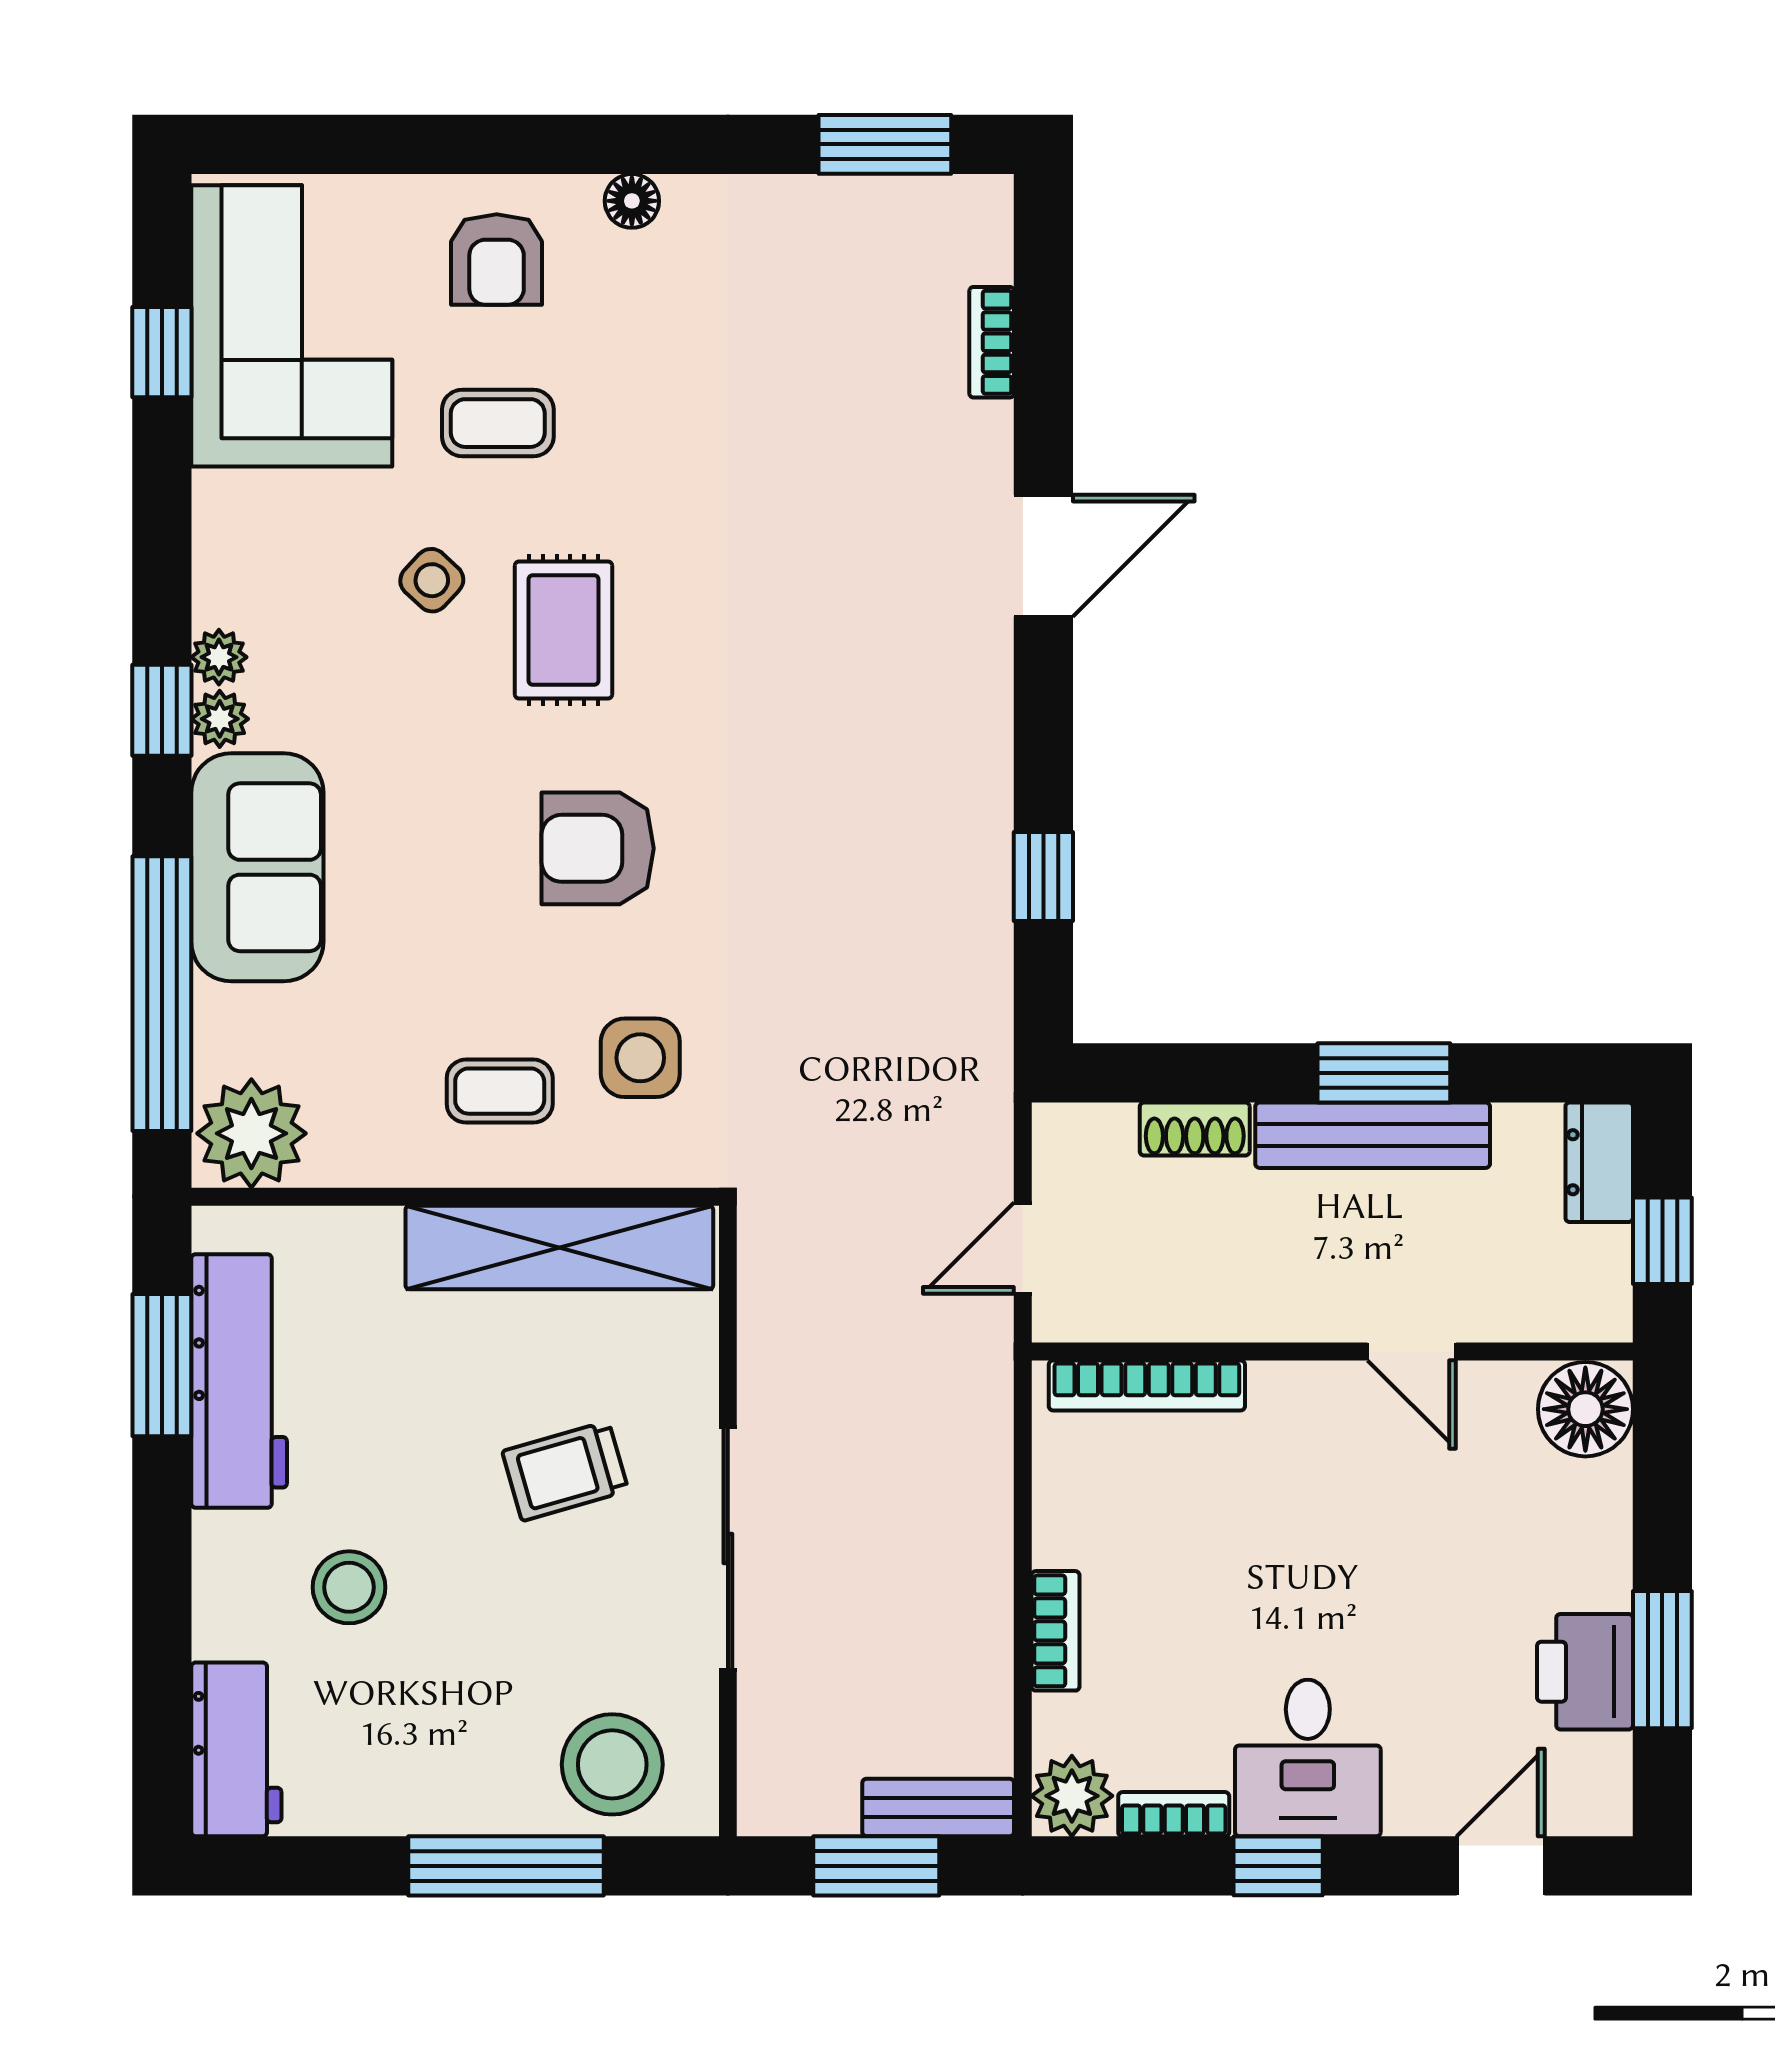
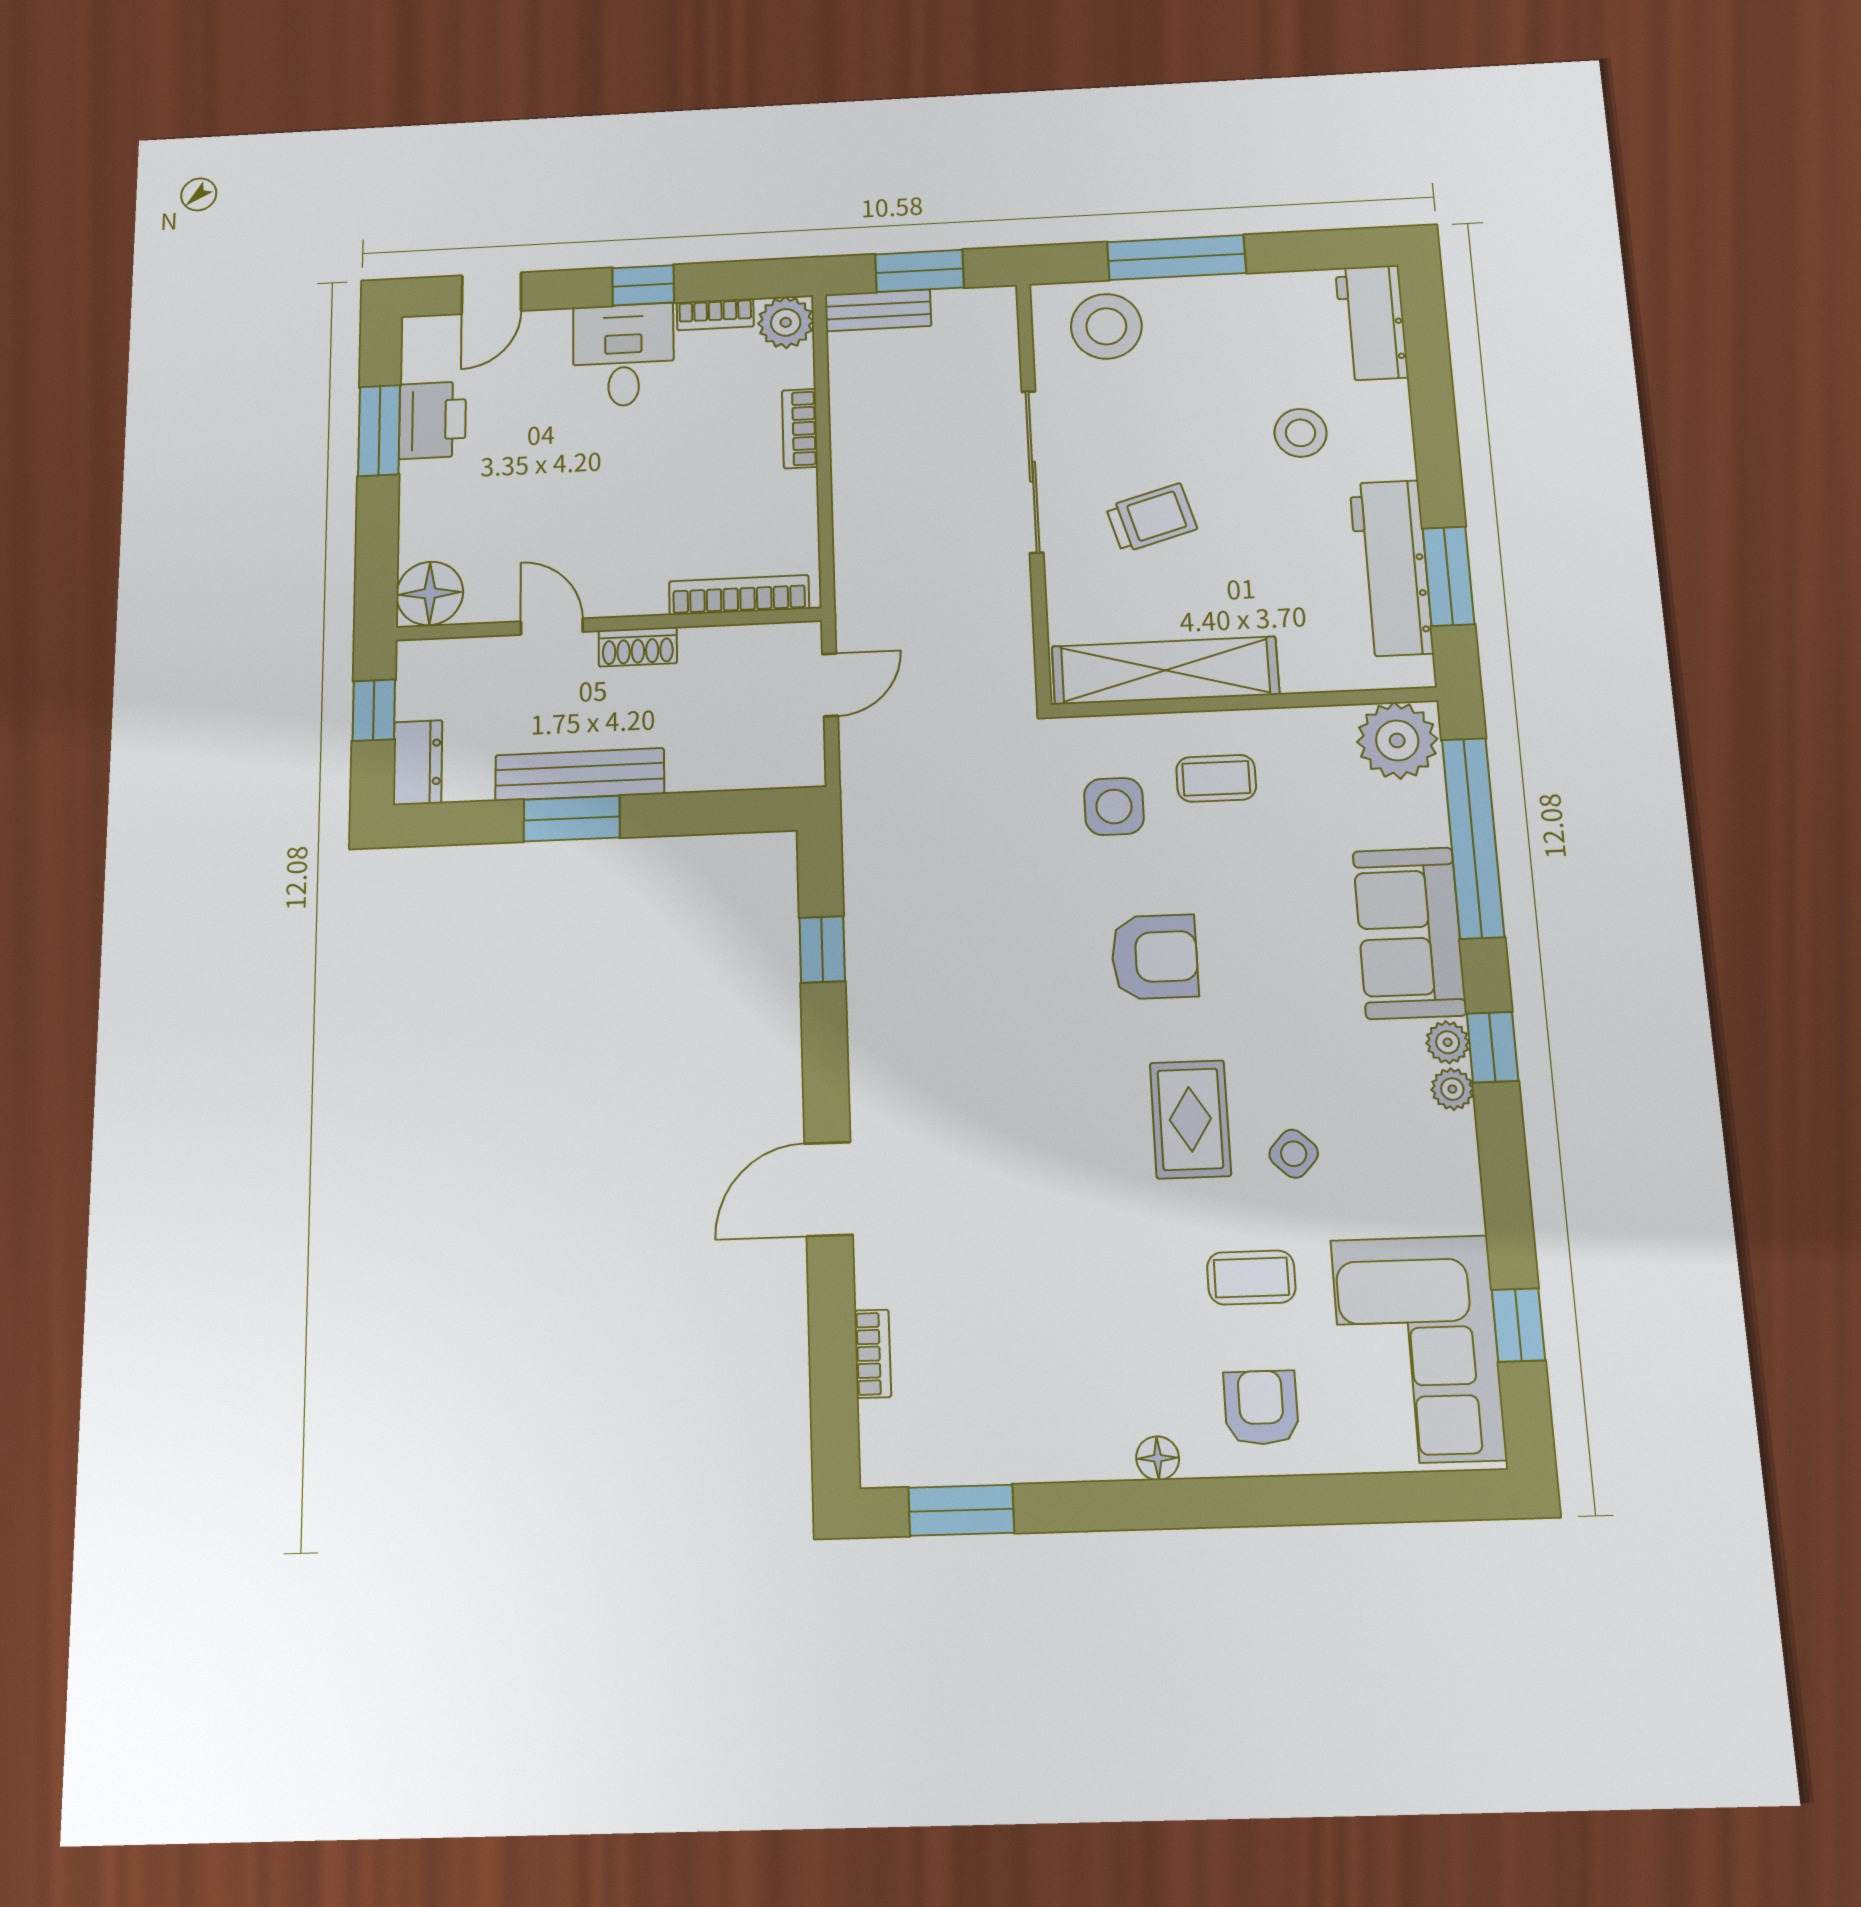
shoe rack: (1195, 1129) -> (638, 647), moved, turned 180

